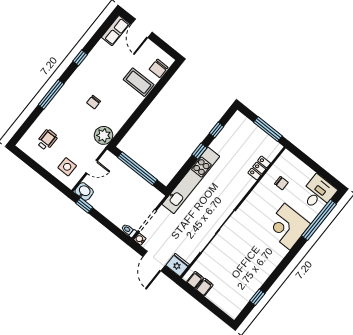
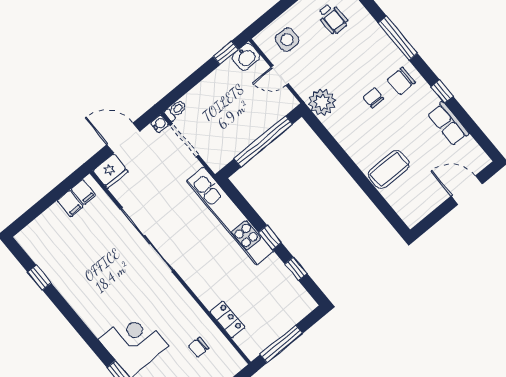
row of seats: (116, 31) -> (448, 124), moved
chair: (159, 68) -> (401, 81), moved, turned -90
door: (92, 167) -> (280, 75), hinge flipped

